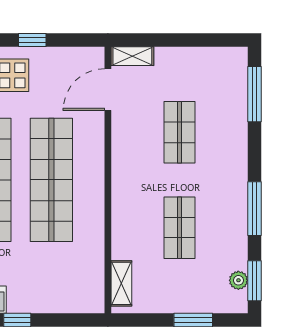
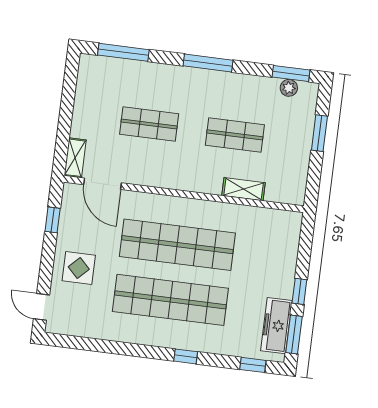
window: (32, 40) -> (53, 220), moved
window: (255, 209) -> (208, 63), moved
shelving: (121, 283) -> (244, 189), moved

